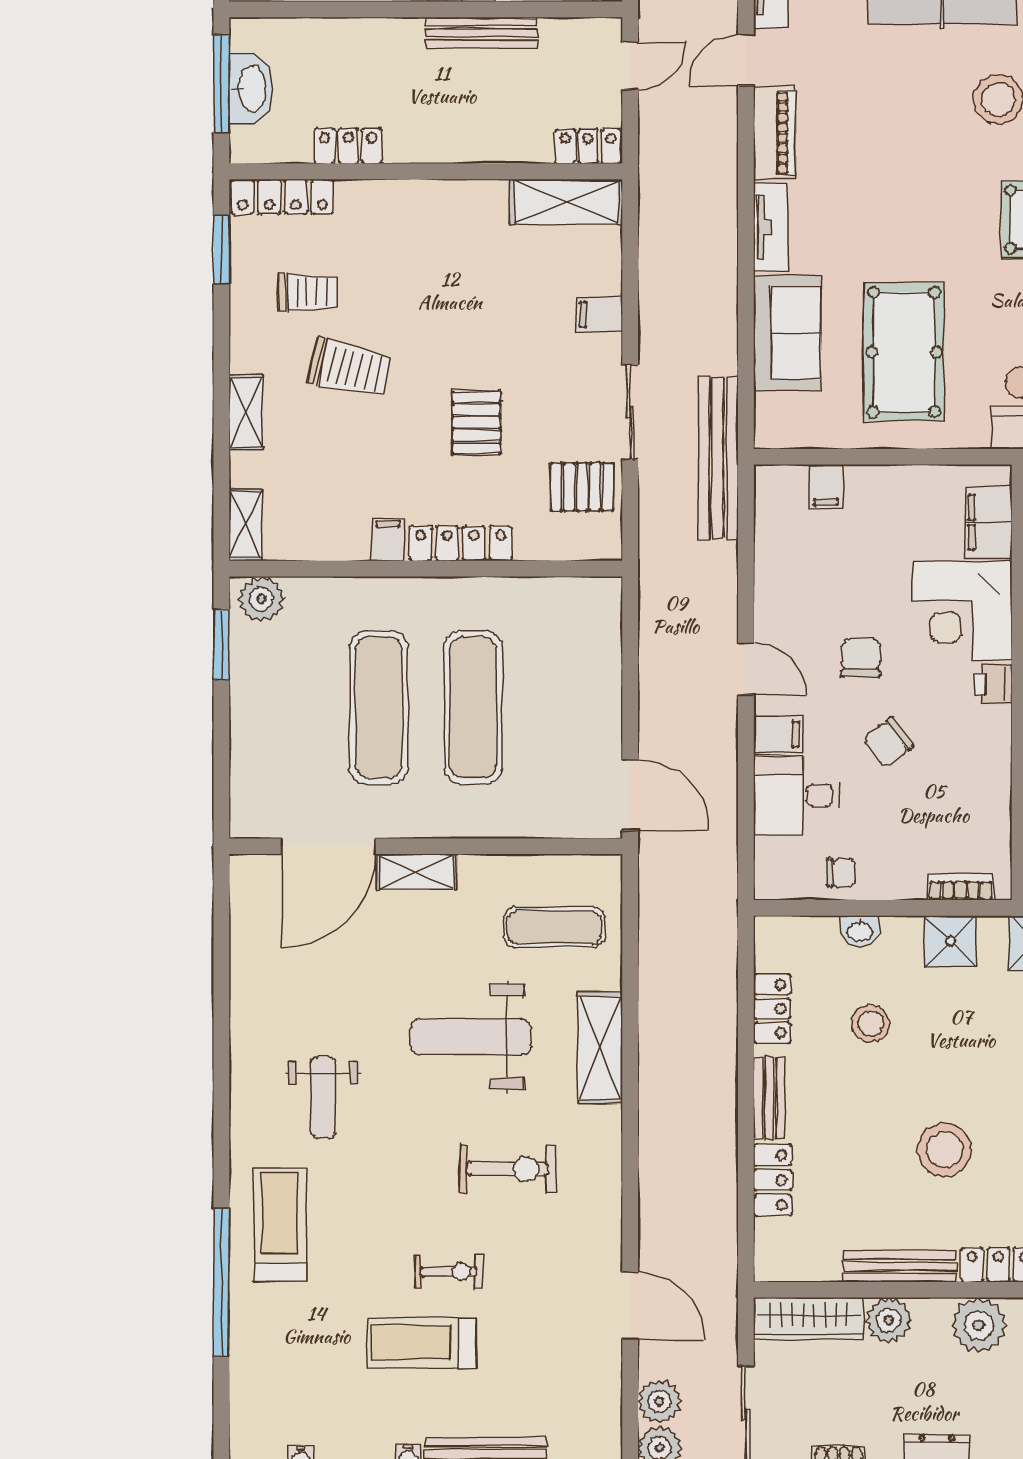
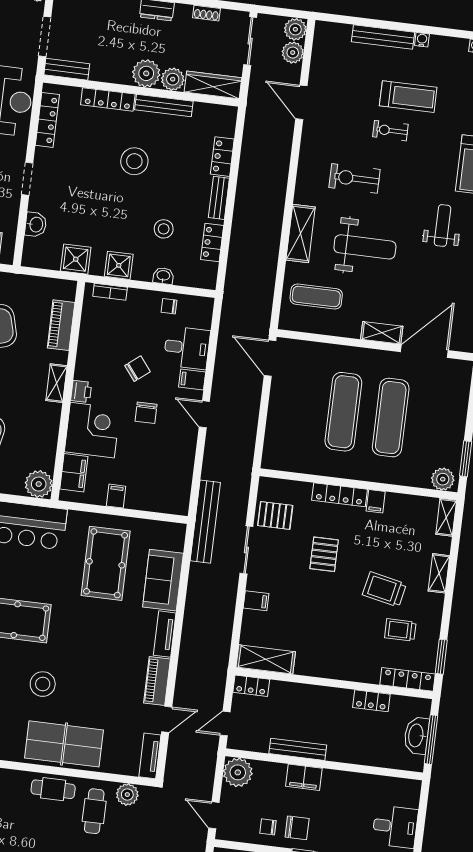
filing cabinet: (826, 487) -> (116, 496), moved
plant: (979, 1325) -> (146, 73), moved

